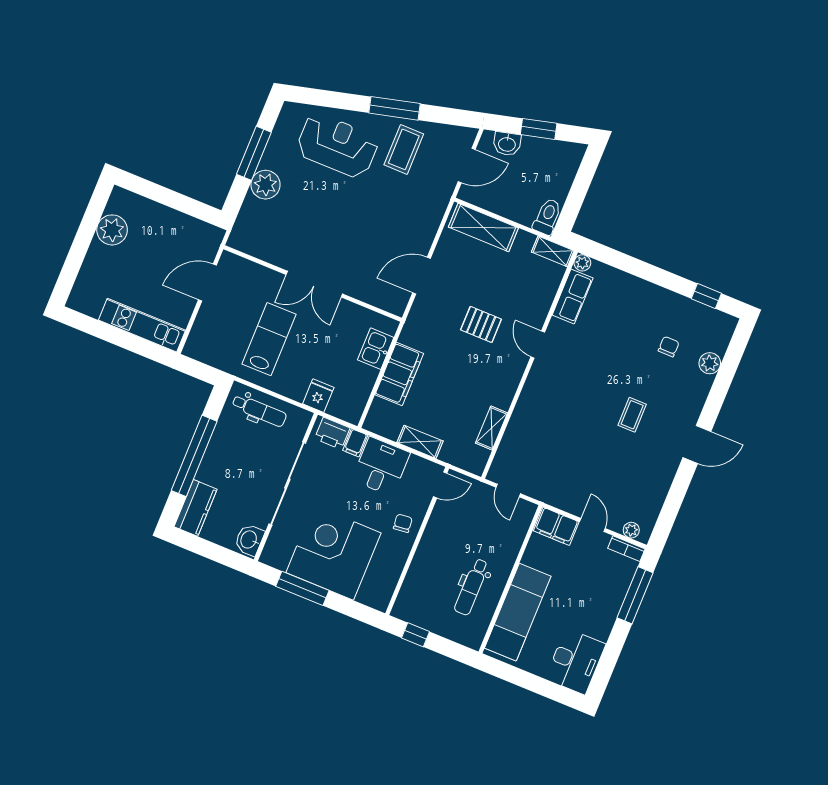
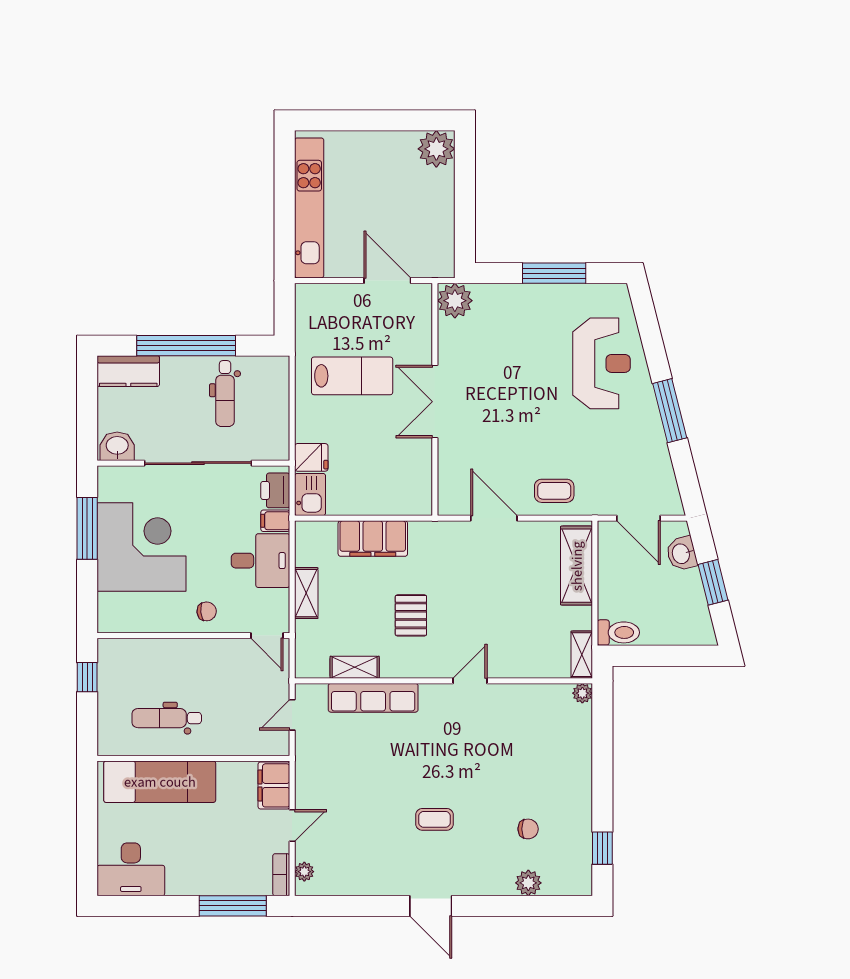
coffee table: (404, 149) -> (554, 491), moved, width x0.73, depth x0.77
plant: (265, 185) -> (455, 301), moved
plant: (112, 230) -> (436, 149), moved
row of seats: (573, 296) -> (373, 698), moved, width x1.48
pallet: (481, 324) -> (411, 615), moved
kitchen unit: (142, 325) -> (309, 208), width x1.36
kitchen sink: (376, 349) -> (310, 494), moved, turned 90
dental chair: (259, 410) -> (225, 394), moved

